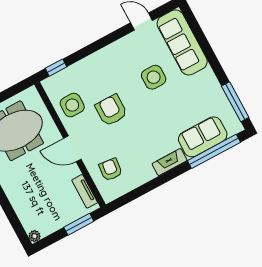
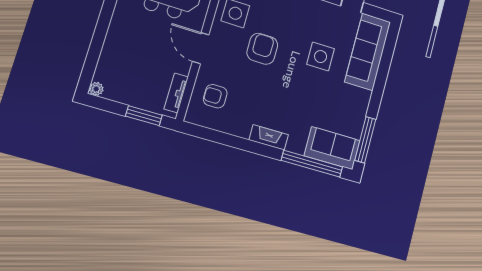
sofa: (203, 137) -> (332, 148), moved
armchair: (111, 170) -> (215, 96), turned -96

